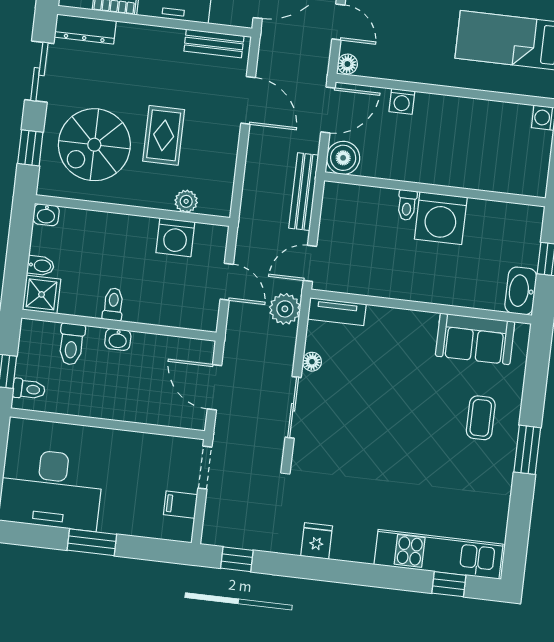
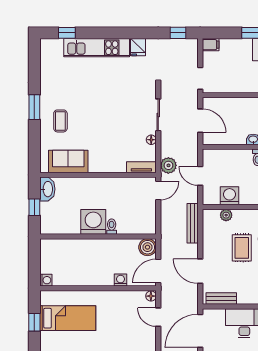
bench: (304, 192) -> (193, 223), moved
filing cabinet: (181, 505) -> (211, 45), moved
kitchen unit: (438, 554) -> (97, 48), moved

